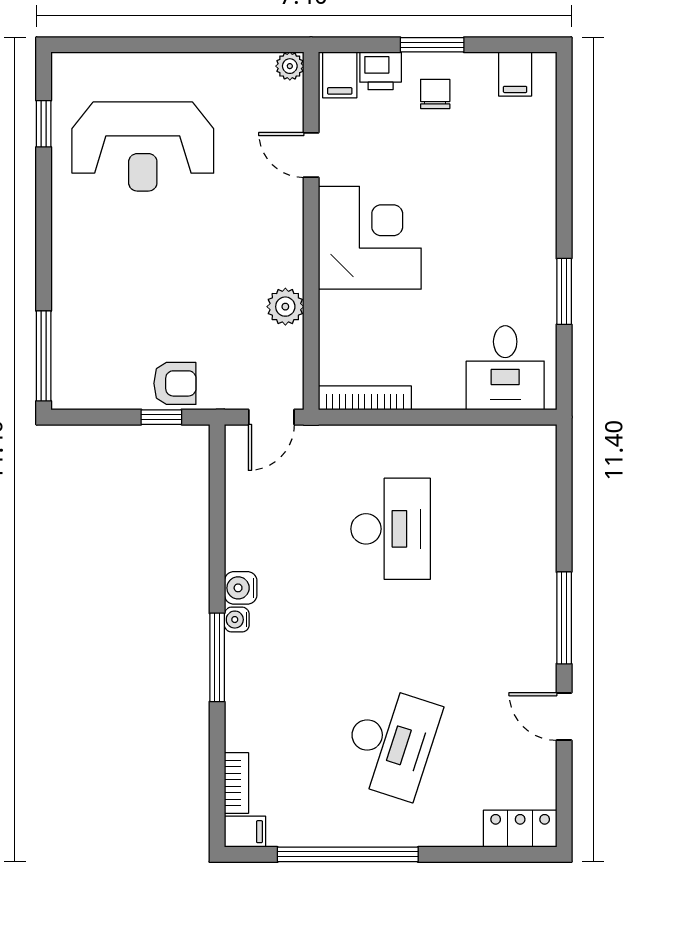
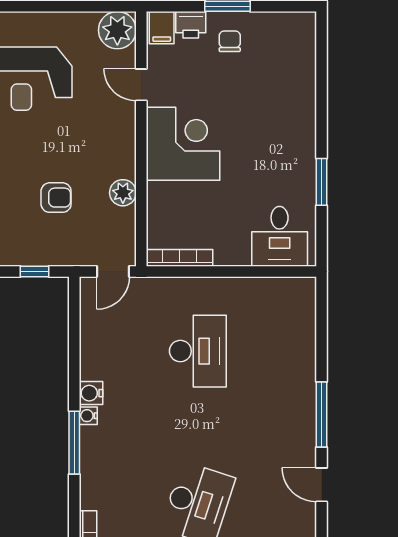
plant: (290, 66) -> (117, 30), width x1.87, depth x1.87
filing cabinet: (515, 74) -> (287, 27), removed
armchair: (175, 383) -> (56, 198), moved

